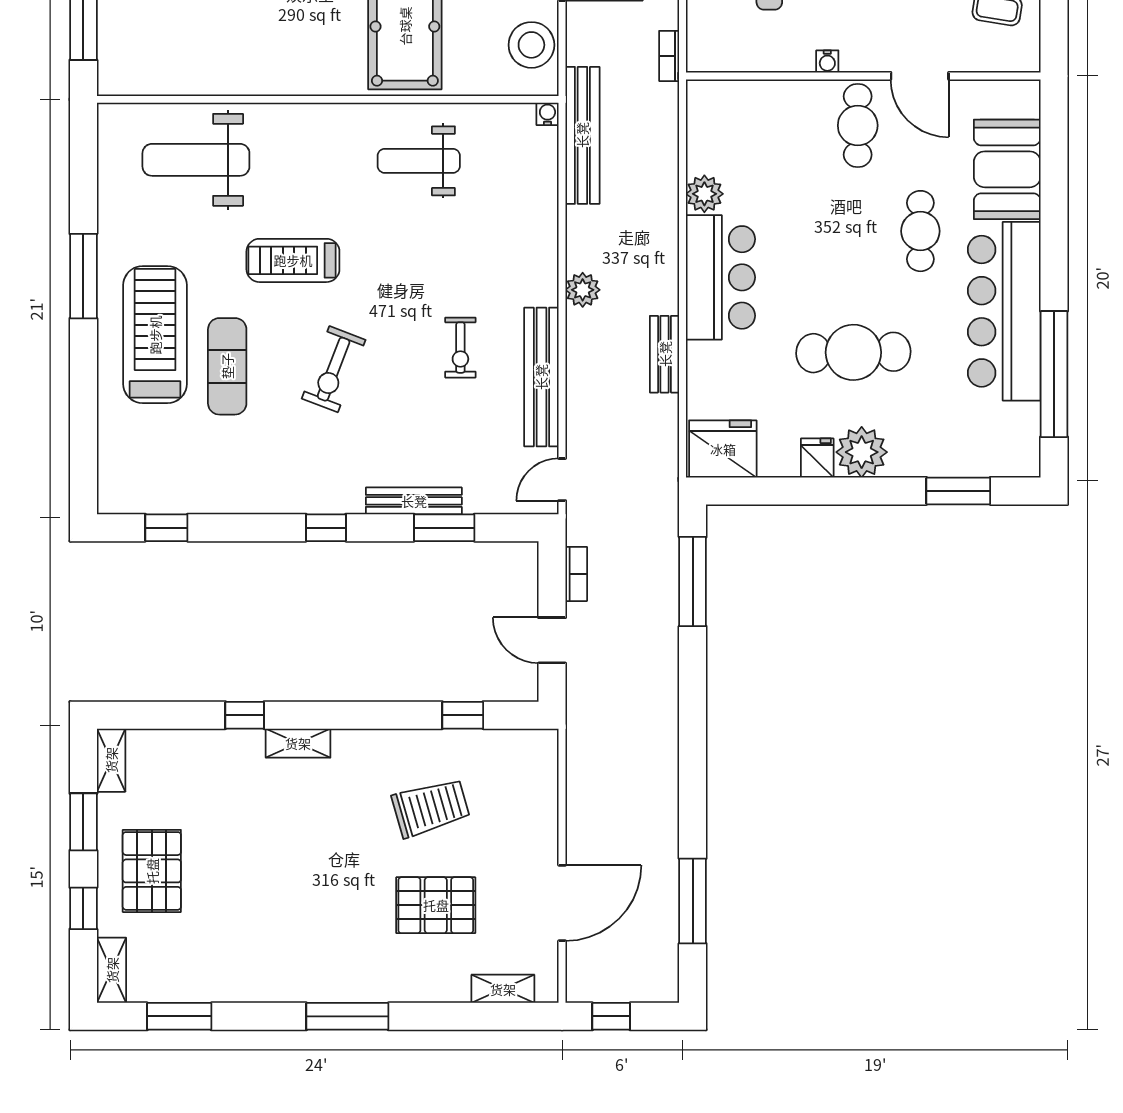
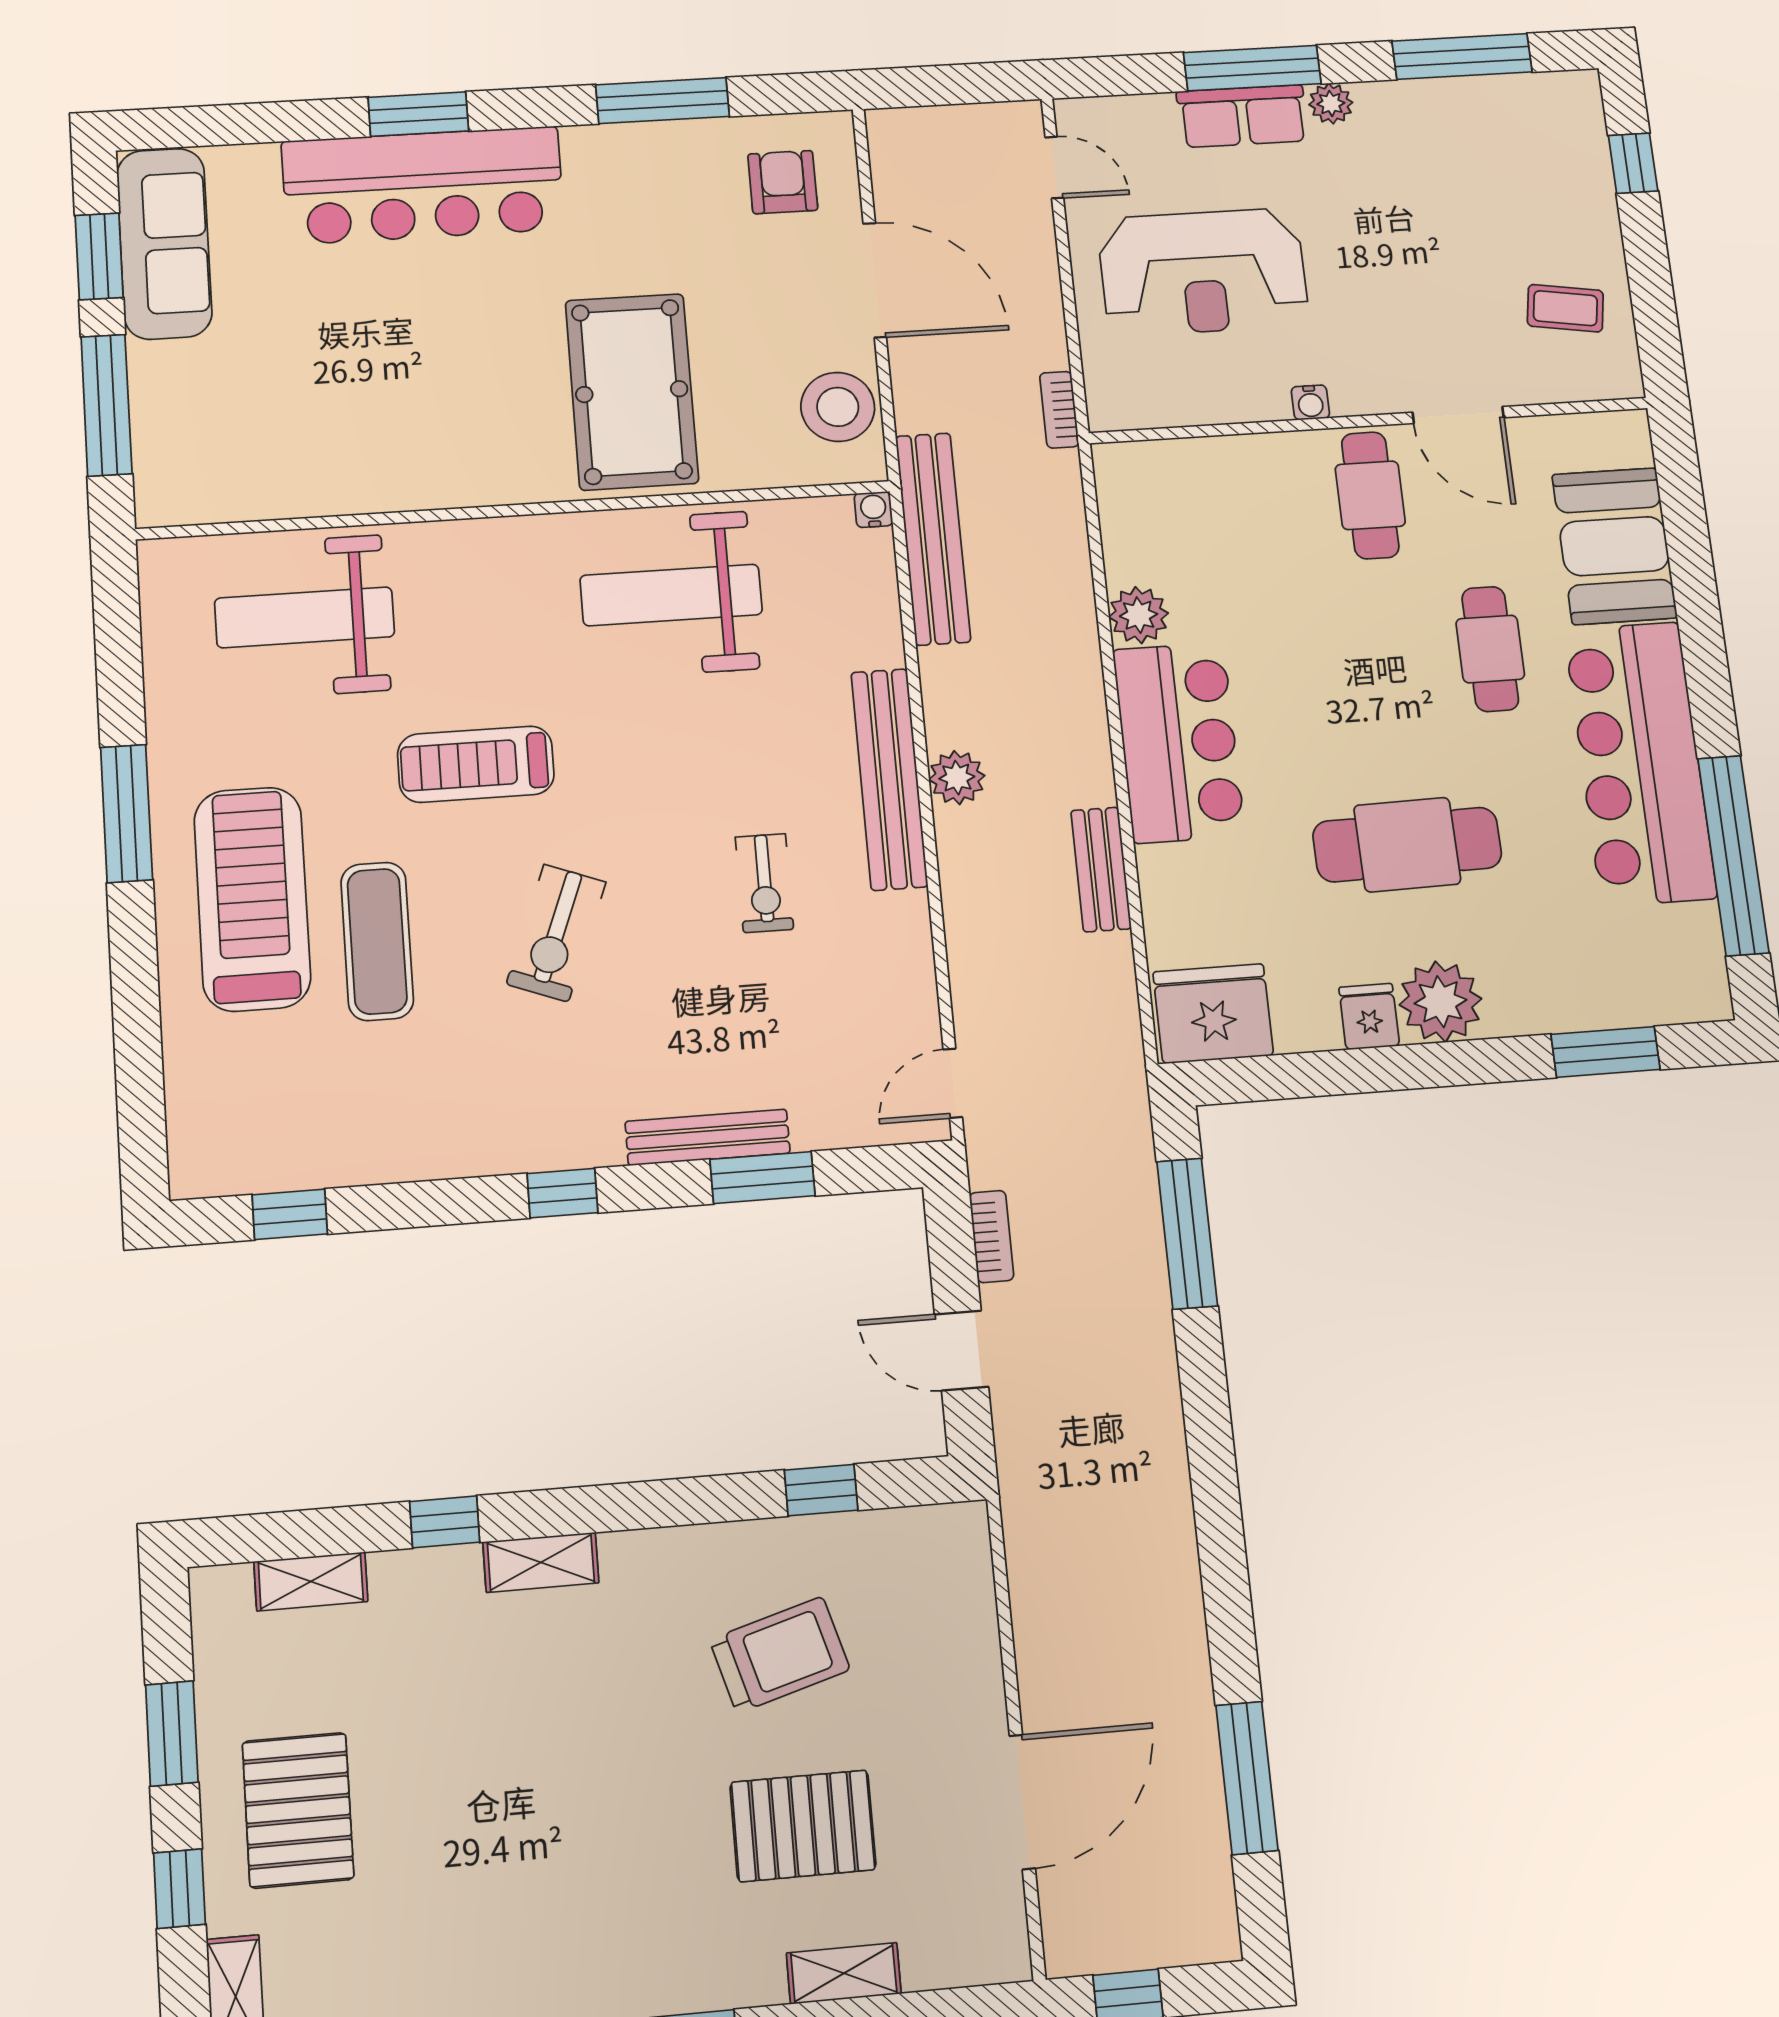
weight bench: (419, 161) -> (671, 595), width x1.36, depth x1.33
bench: (541, 377) -> (889, 779), moved
shelving: (111, 760) -> (311, 1581), moved, turned 90
shelving: (503, 989) -> (844, 1973), moved

